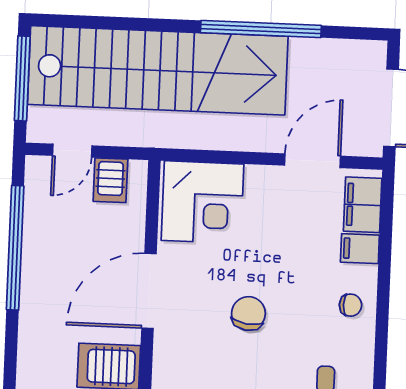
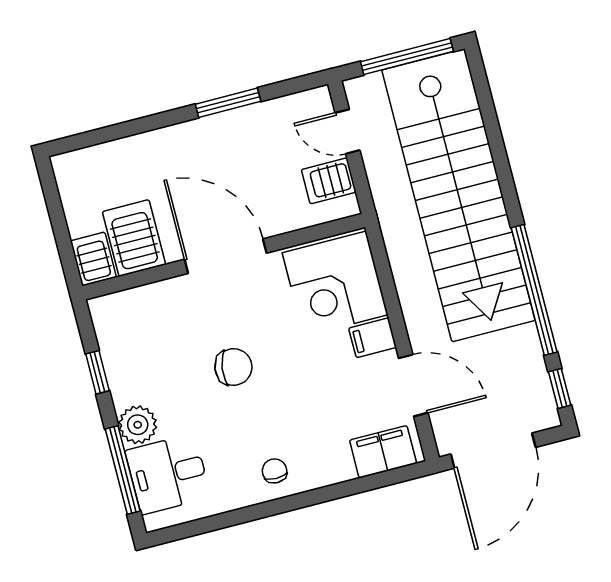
window: (354, 33) -> (560, 388), added
window: (15, 248) -> (228, 103), width x0.47
filing cabinet: (360, 249) -> (373, 338), moved, turned -90
chair: (351, 305) -> (275, 471), turned 180

